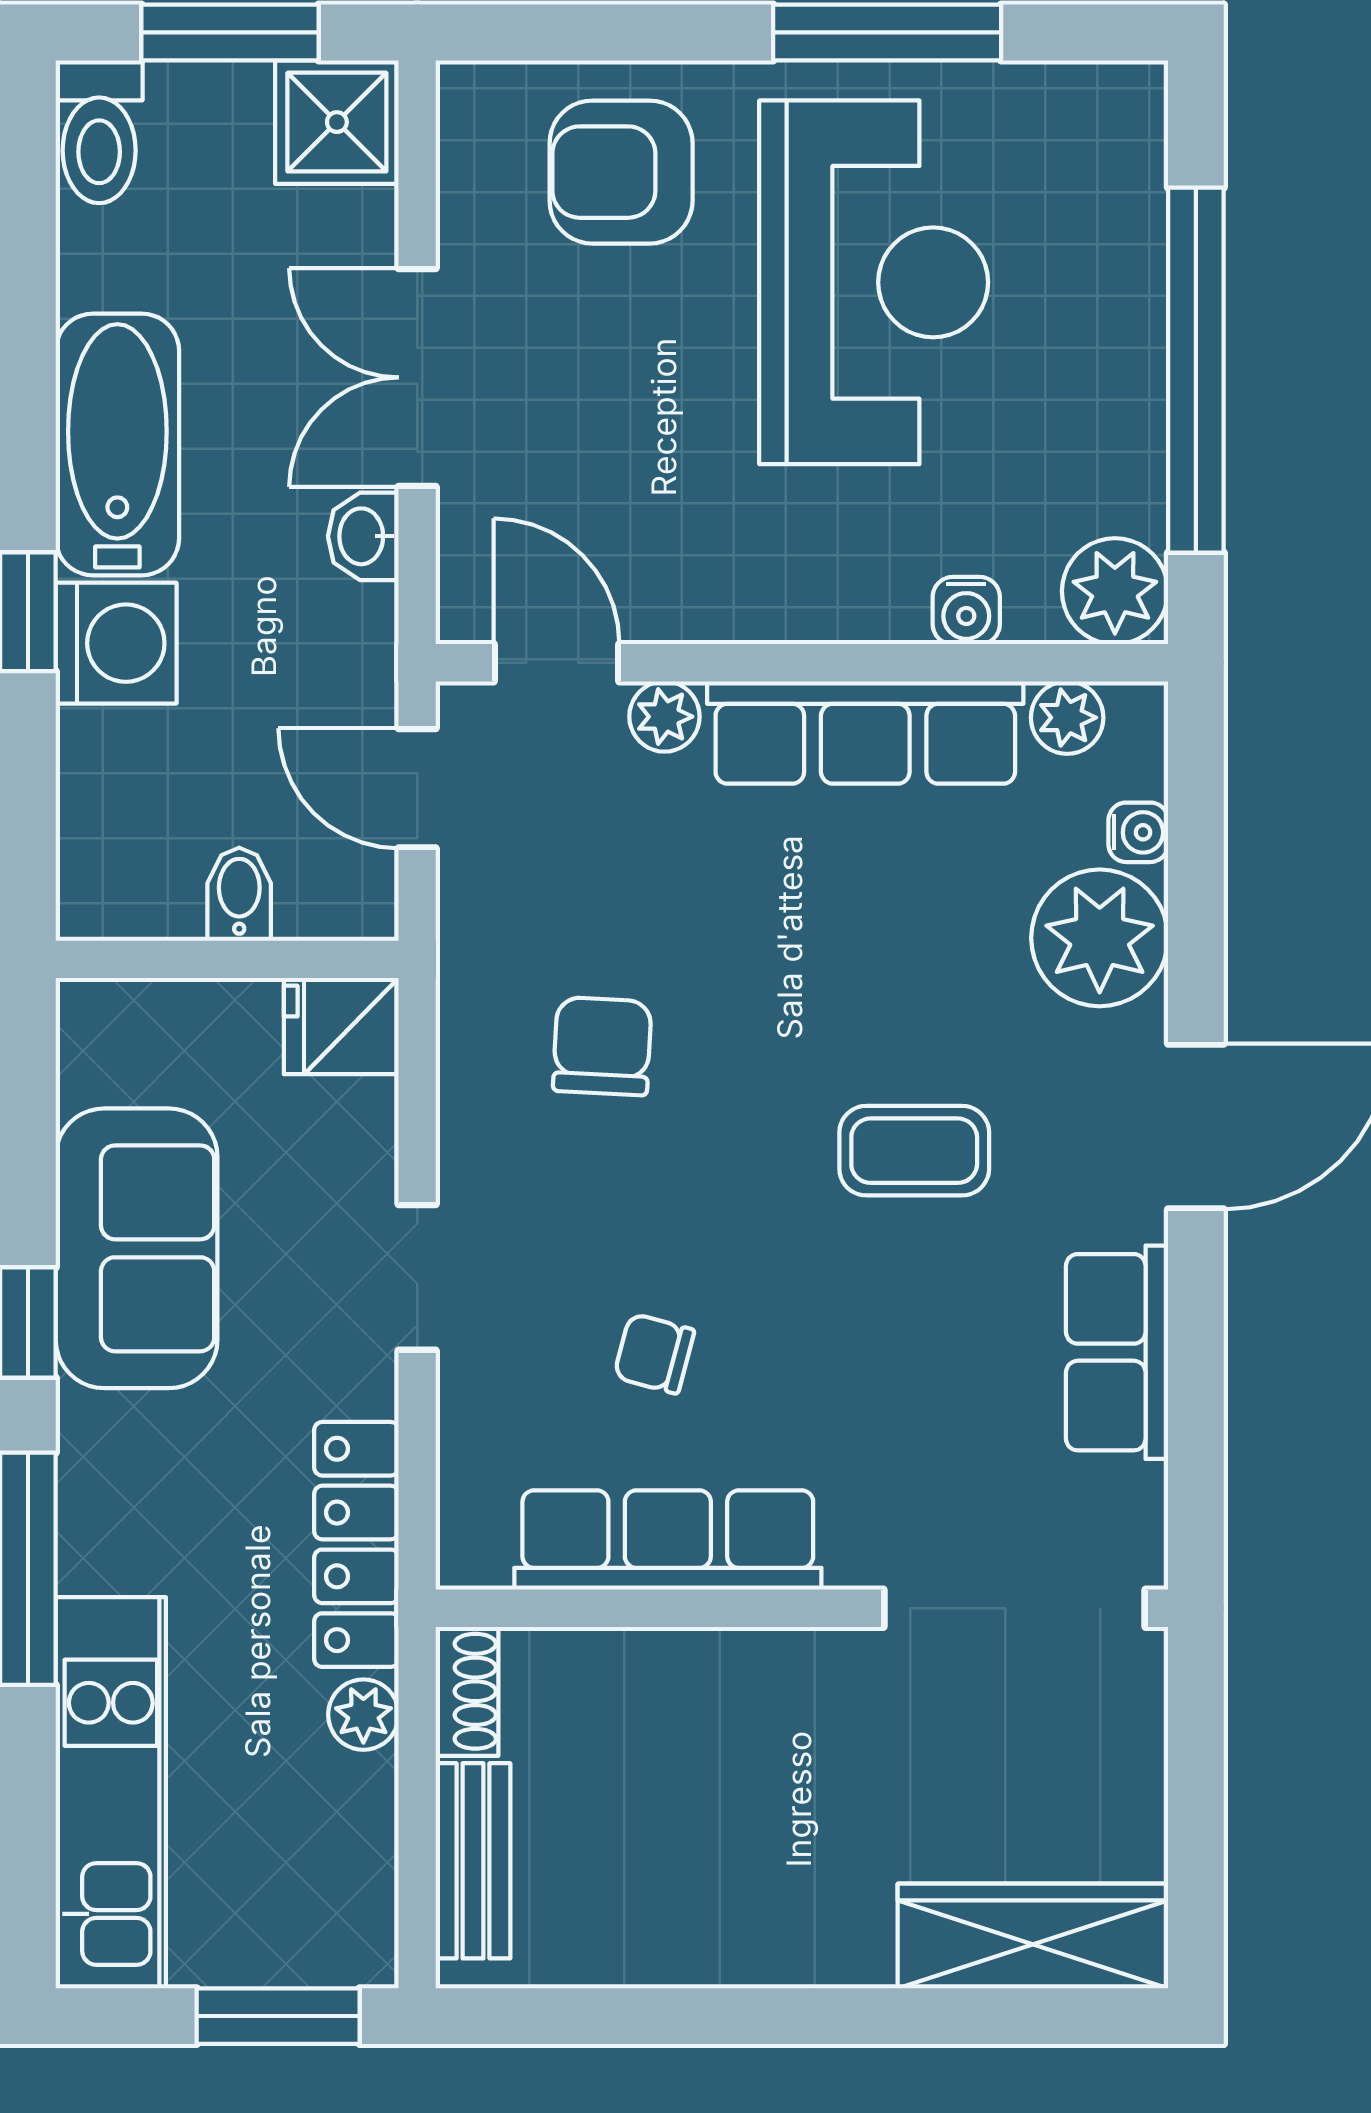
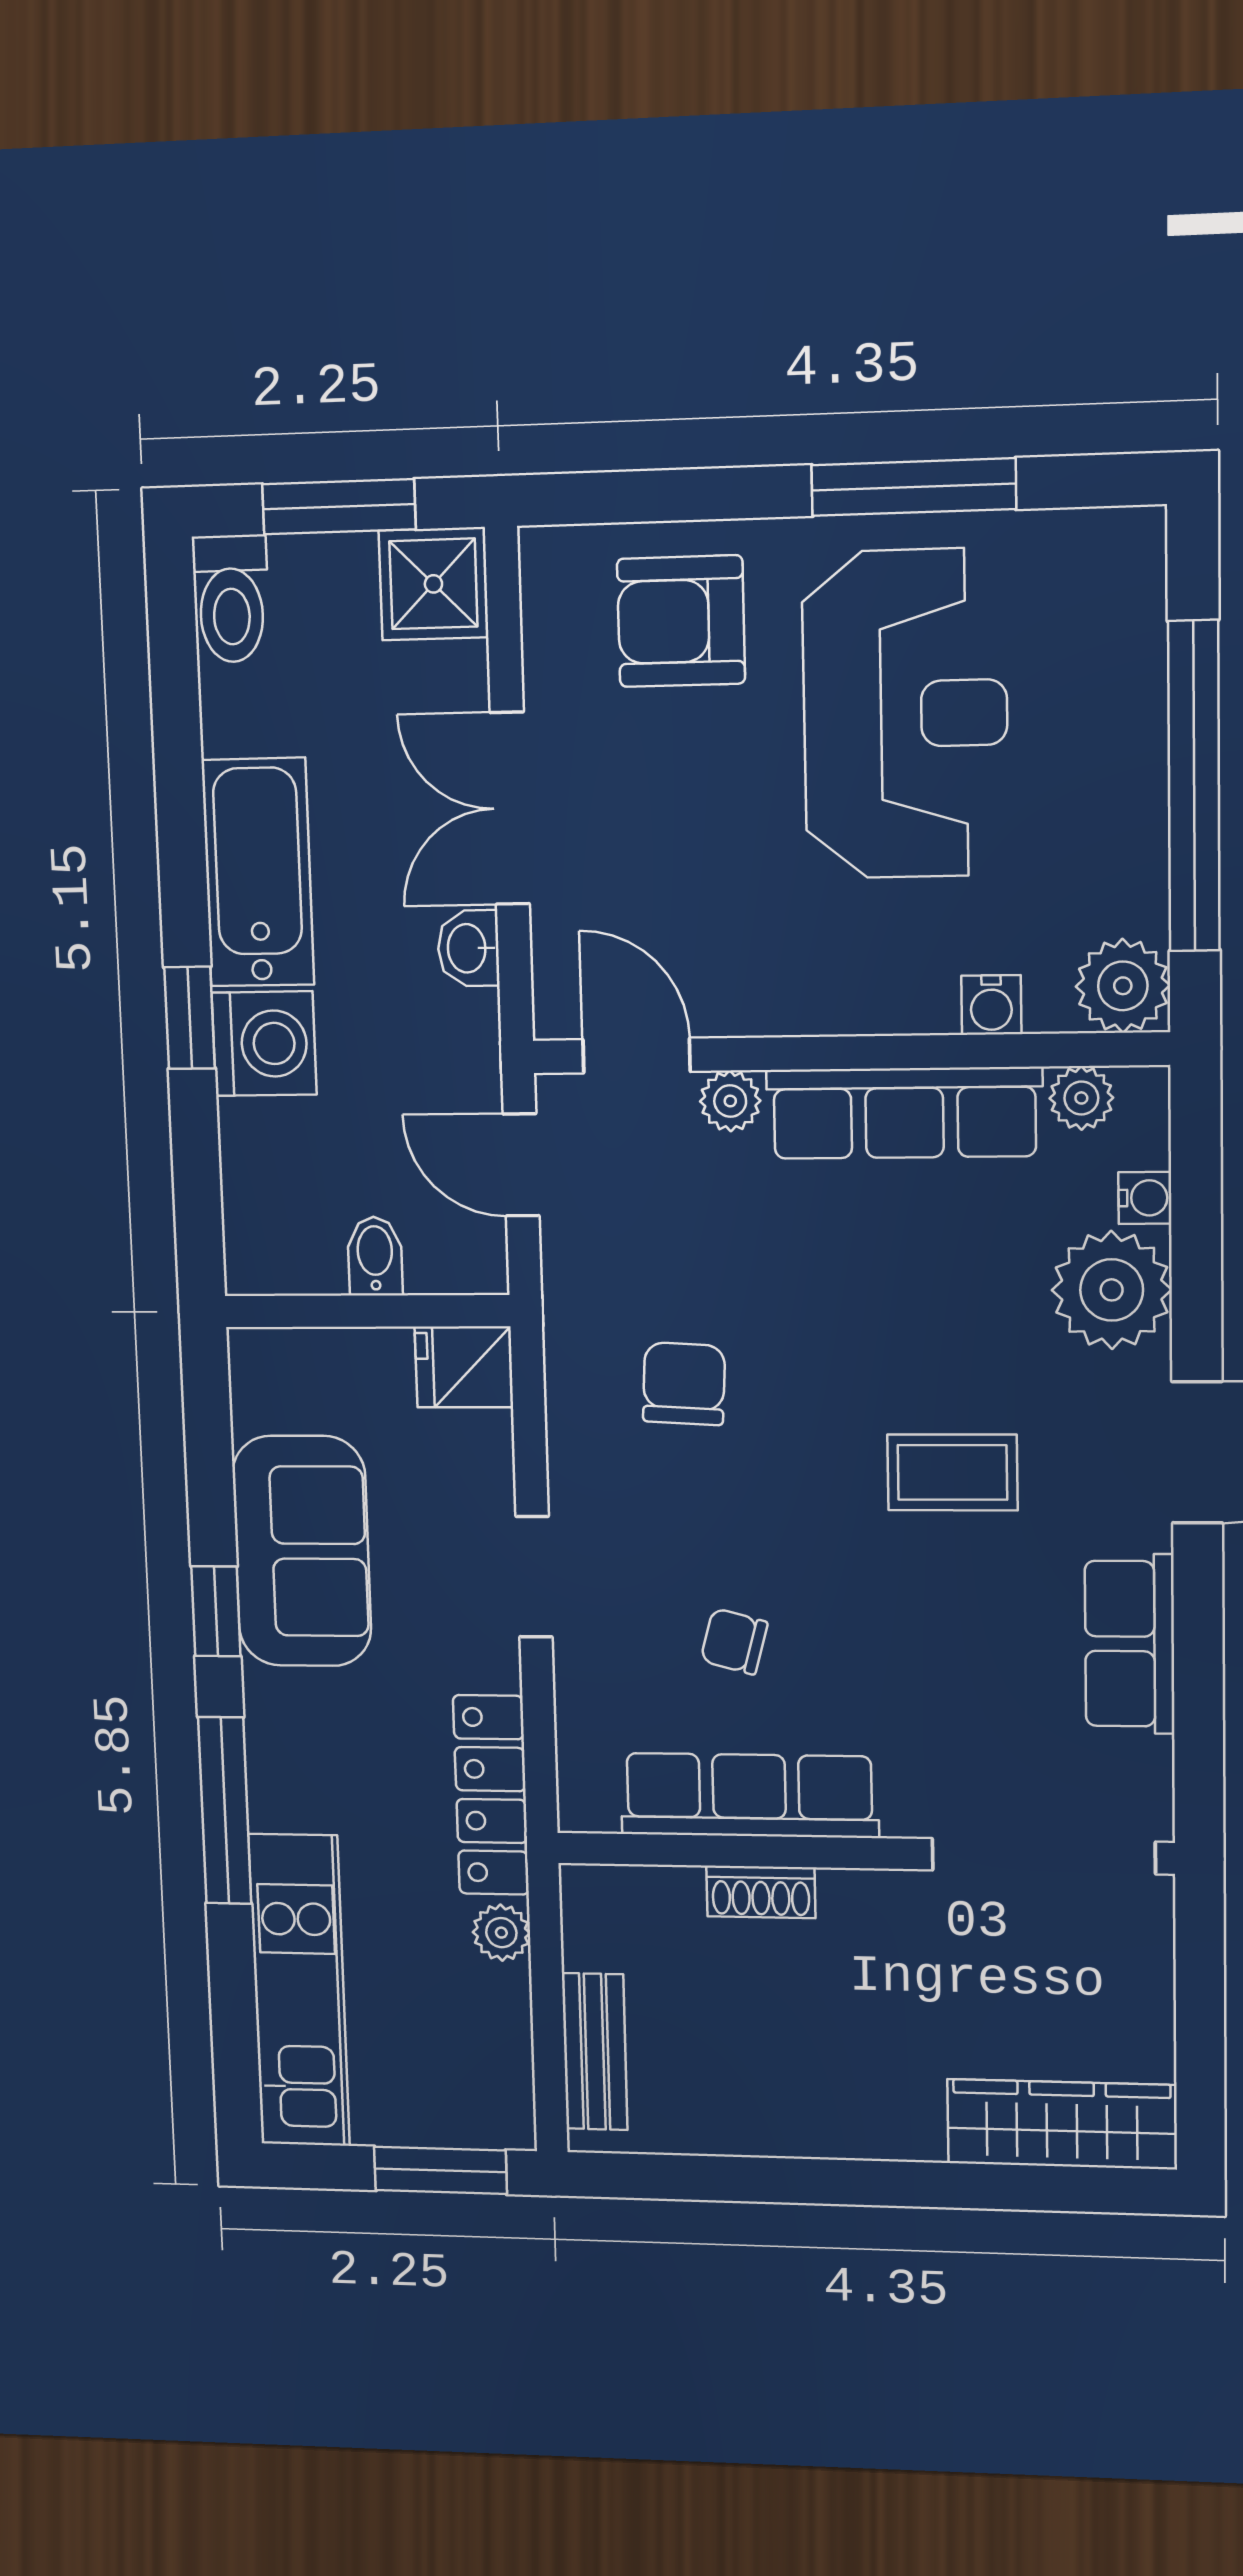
shoe rack: (467, 1691) -> (761, 1892), moved, turned 90

